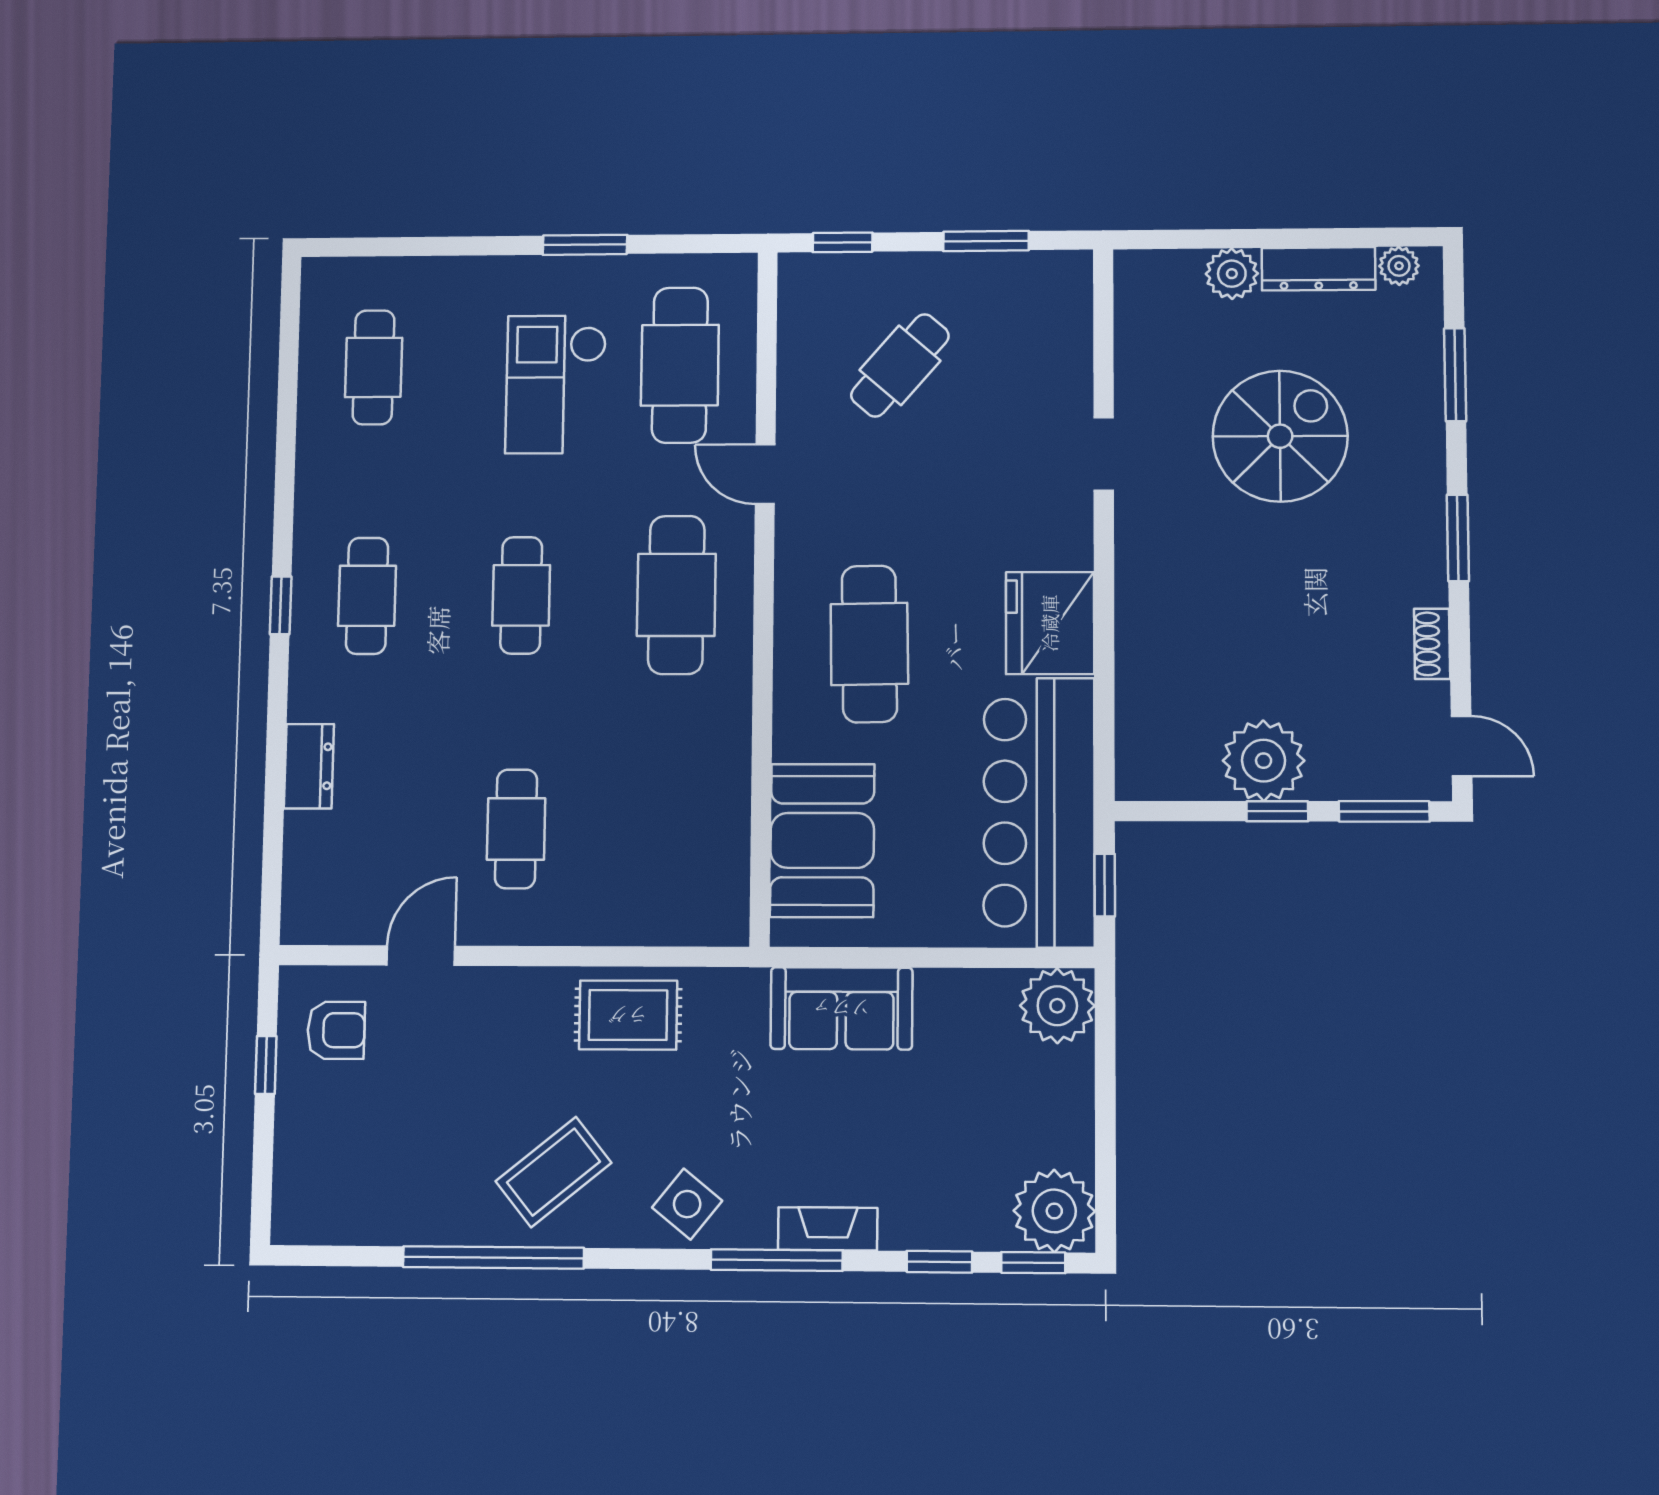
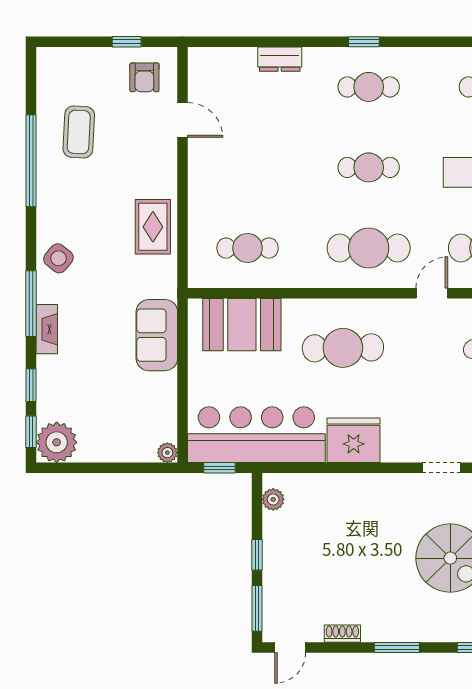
plant: (1264, 761) -> (273, 499), moved, width x0.53, depth x0.53
cafe table: (516, 829) -> (247, 248), moved
plant: (1057, 1006) -> (167, 453), width x0.53, depth x0.53
coffee table: (554, 1172) -> (79, 132), moved, turned 42

